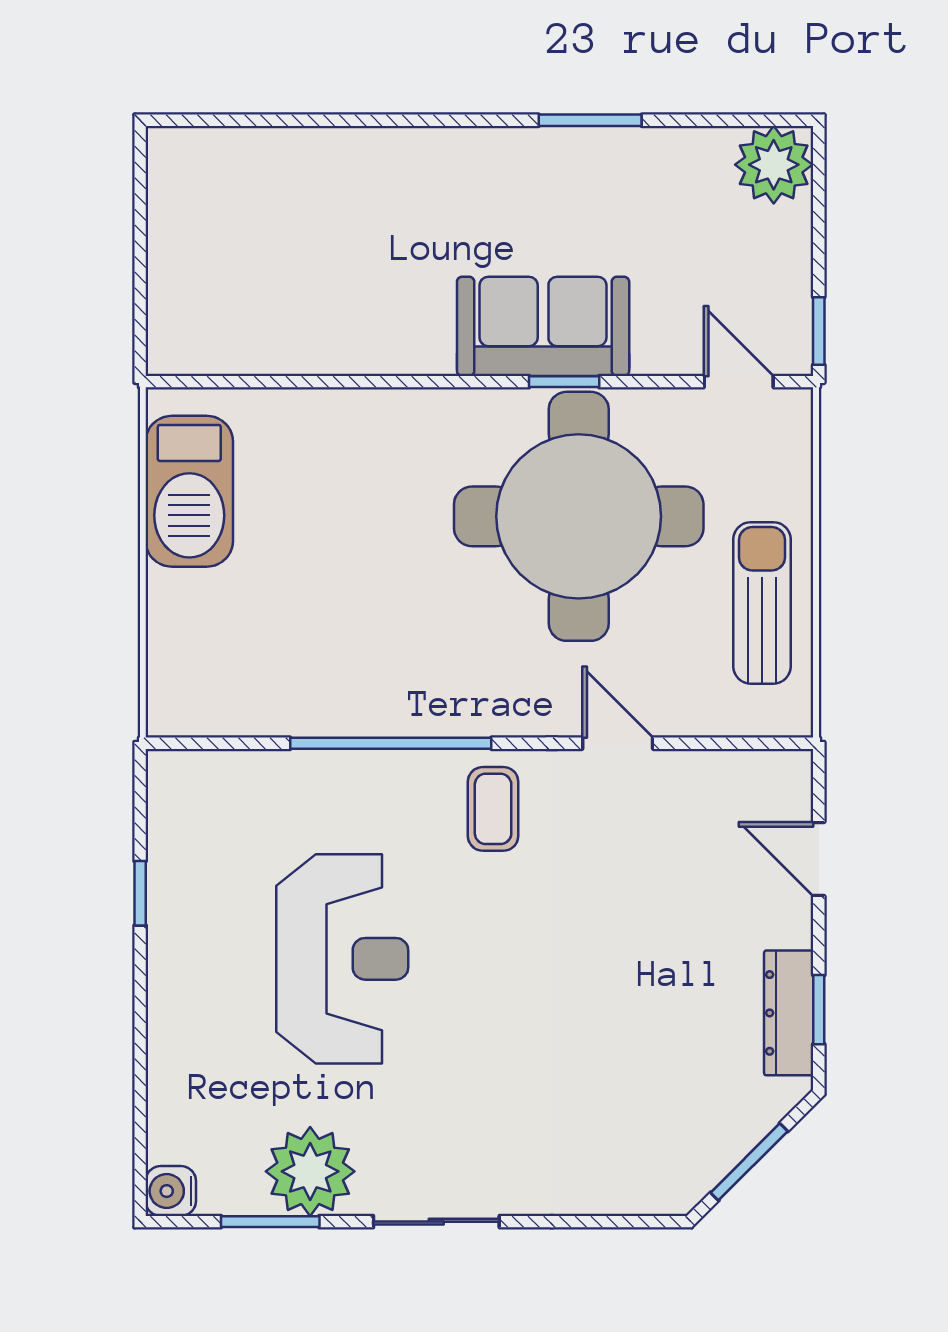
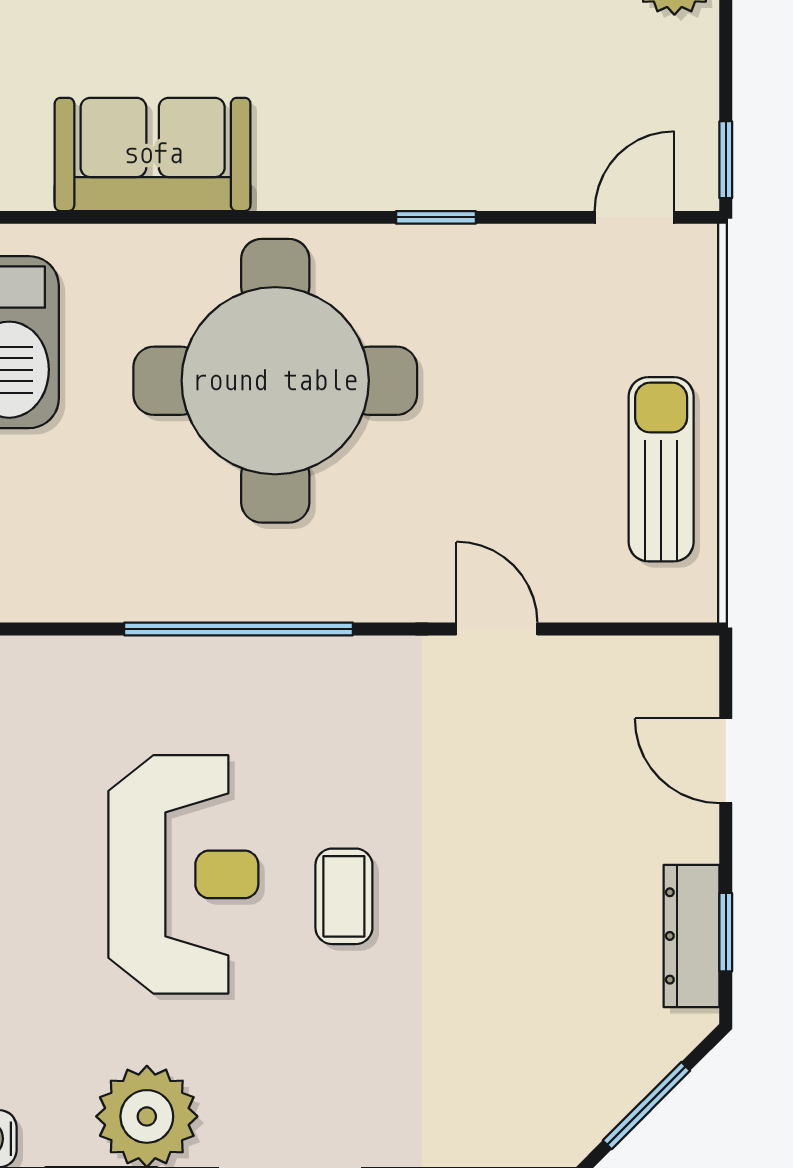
sofa: (543, 326) -> (153, 154), moved
door: (739, 382) -> (634, 217), hinge flipped
round table: (579, 516) -> (275, 381), moved
coffee table: (493, 809) -> (344, 896), moved

